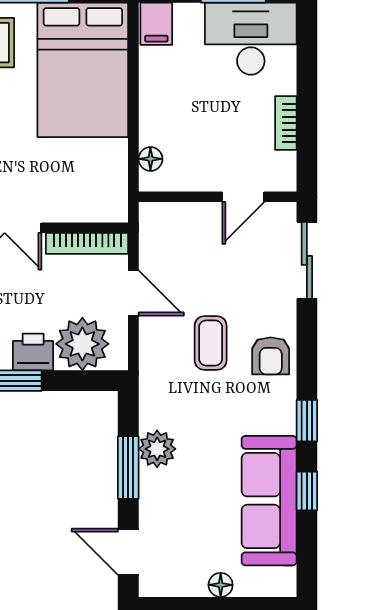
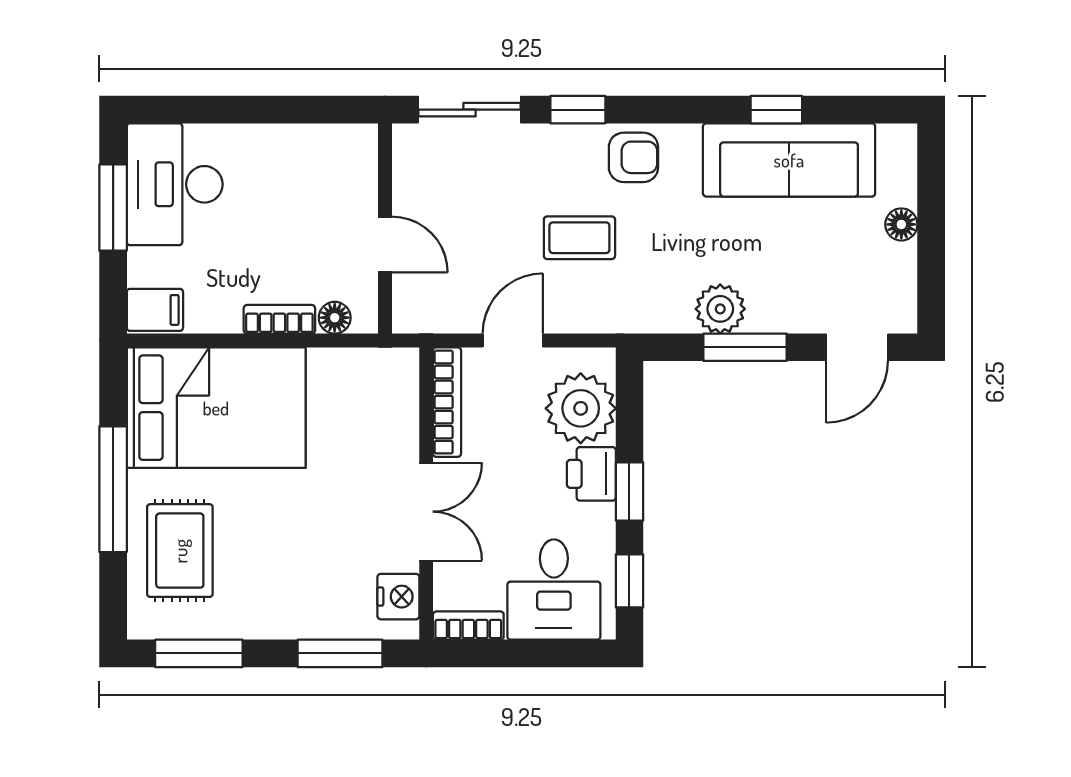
bookcase: (286, 123) -> (279, 319), moved, turned 180
door: (243, 197) -> (385, 245), moved
armchair: (271, 356) -> (633, 157), moved
window: (307, 421) -> (578, 110), moved

